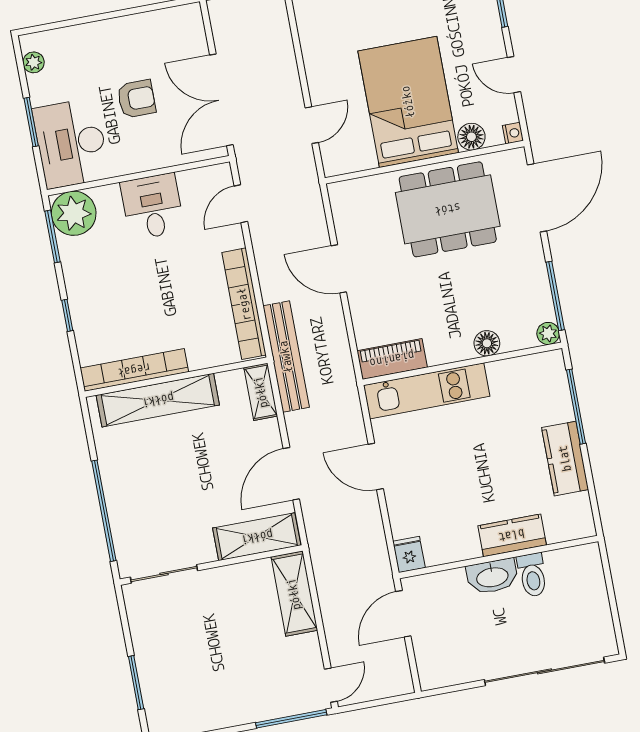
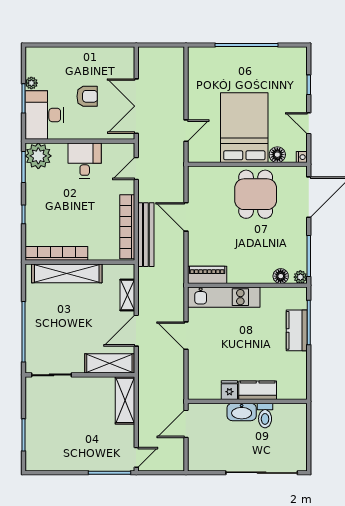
plant: (34, 62) -> (31, 83), moved
dining table: (448, 209) -> (256, 194), width x0.73
floor lamp: (487, 343) -> (281, 276), moved
bench: (286, 357) -> (146, 235), moved
shelving: (261, 392) -> (127, 295), moved
kitchen counter: (565, 459) -> (297, 330), moved
fridge: (409, 554) -> (229, 390), moved

